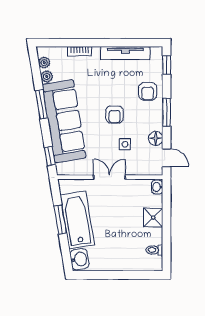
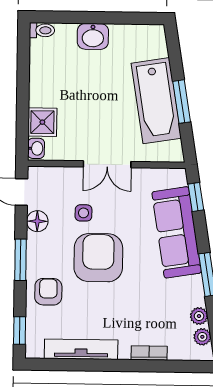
armchair: (115, 115) -> (98, 258), width x1.88, depth x1.88
sofa: (64, 121) -> (177, 232), width x0.74, depth x0.79
shower: (153, 218) -> (42, 122), moved
toilet: (154, 250) -> (42, 30), moved
washbasin: (79, 259) -> (93, 36), moved, turned -81

